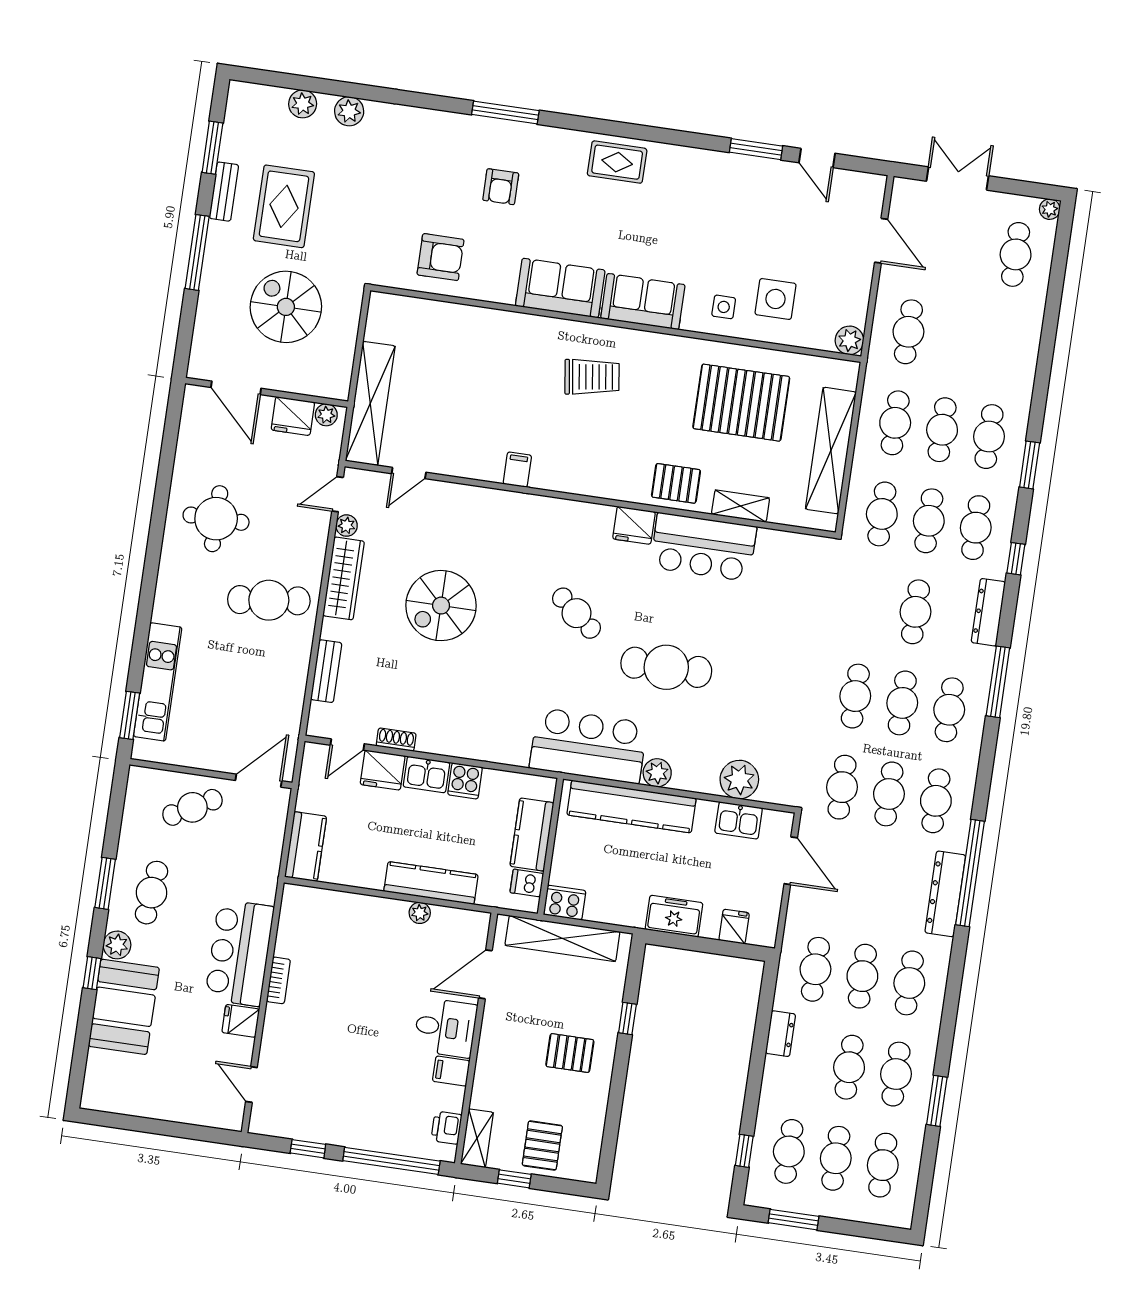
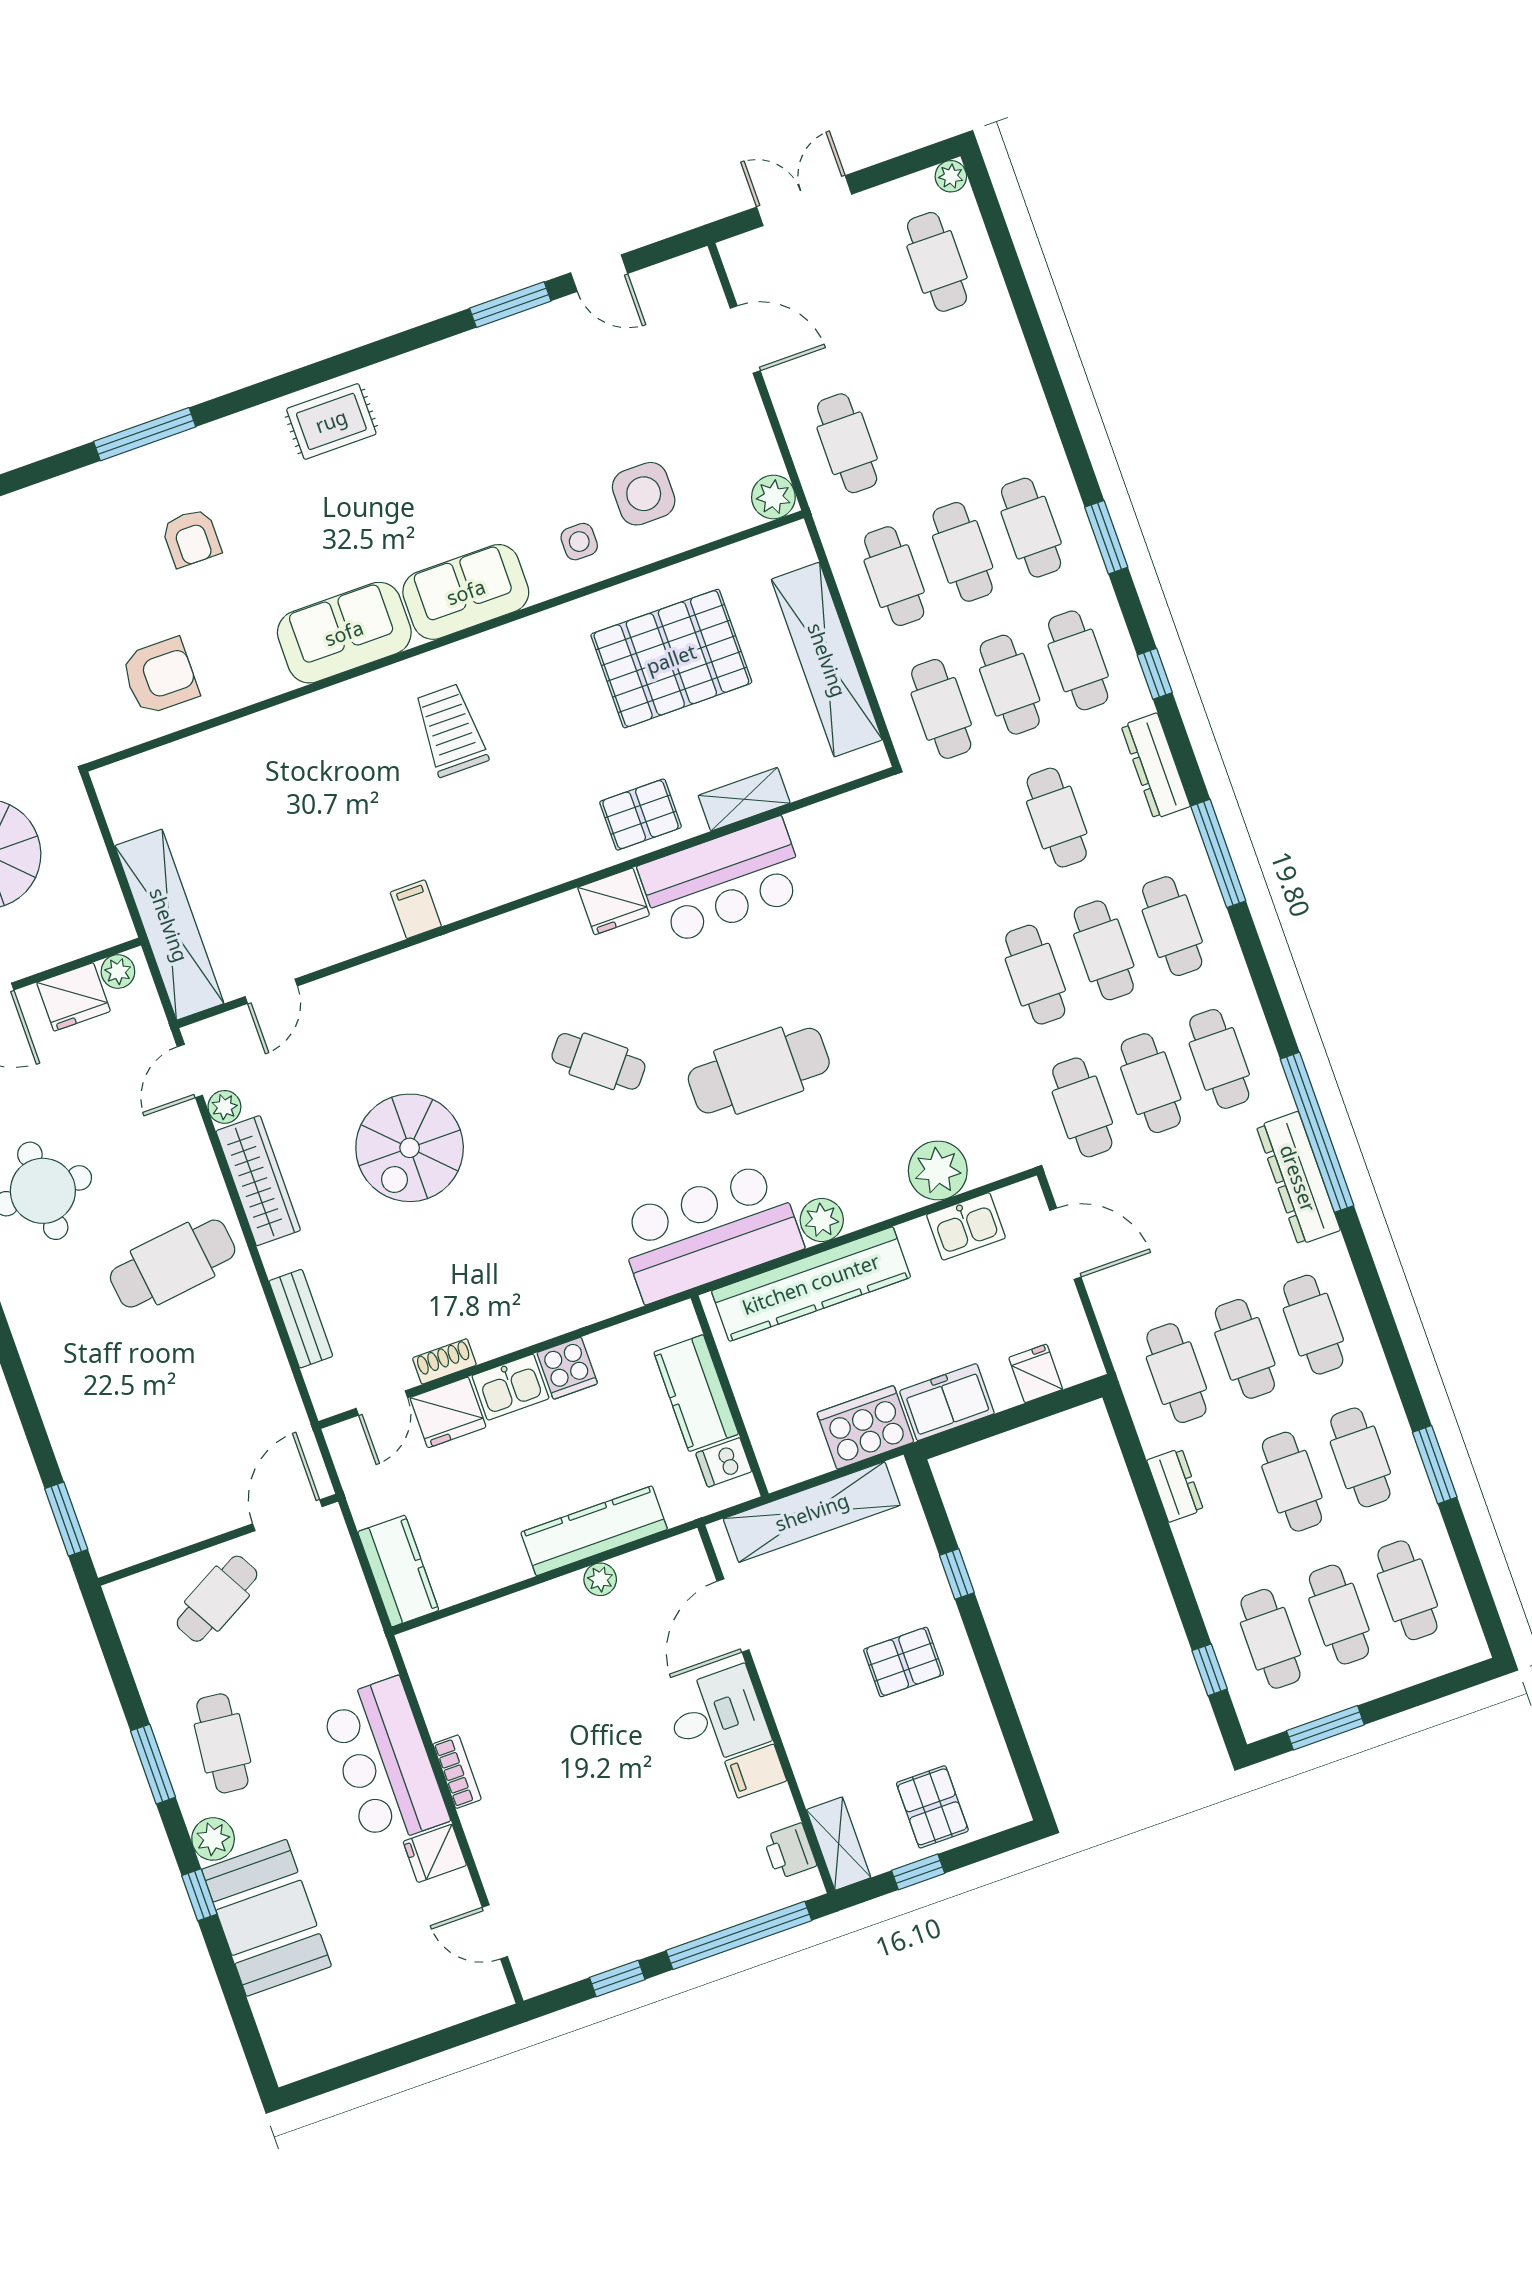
trolley: (592, 377) -> (451, 730), turned -82
kitchen unit: (158, 682) -> (80, 1454), removed
cooker: (565, 903) -> (865, 1427), moved, width x1.37, depth x1.31

